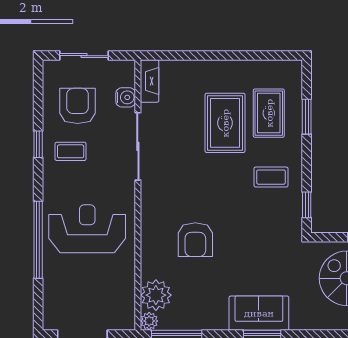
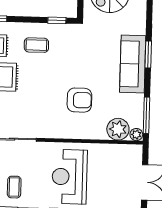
coffee table: (271, 177) -> (36, 45), turned 90
sofa: (259, 313) -> (133, 64), width x1.36

